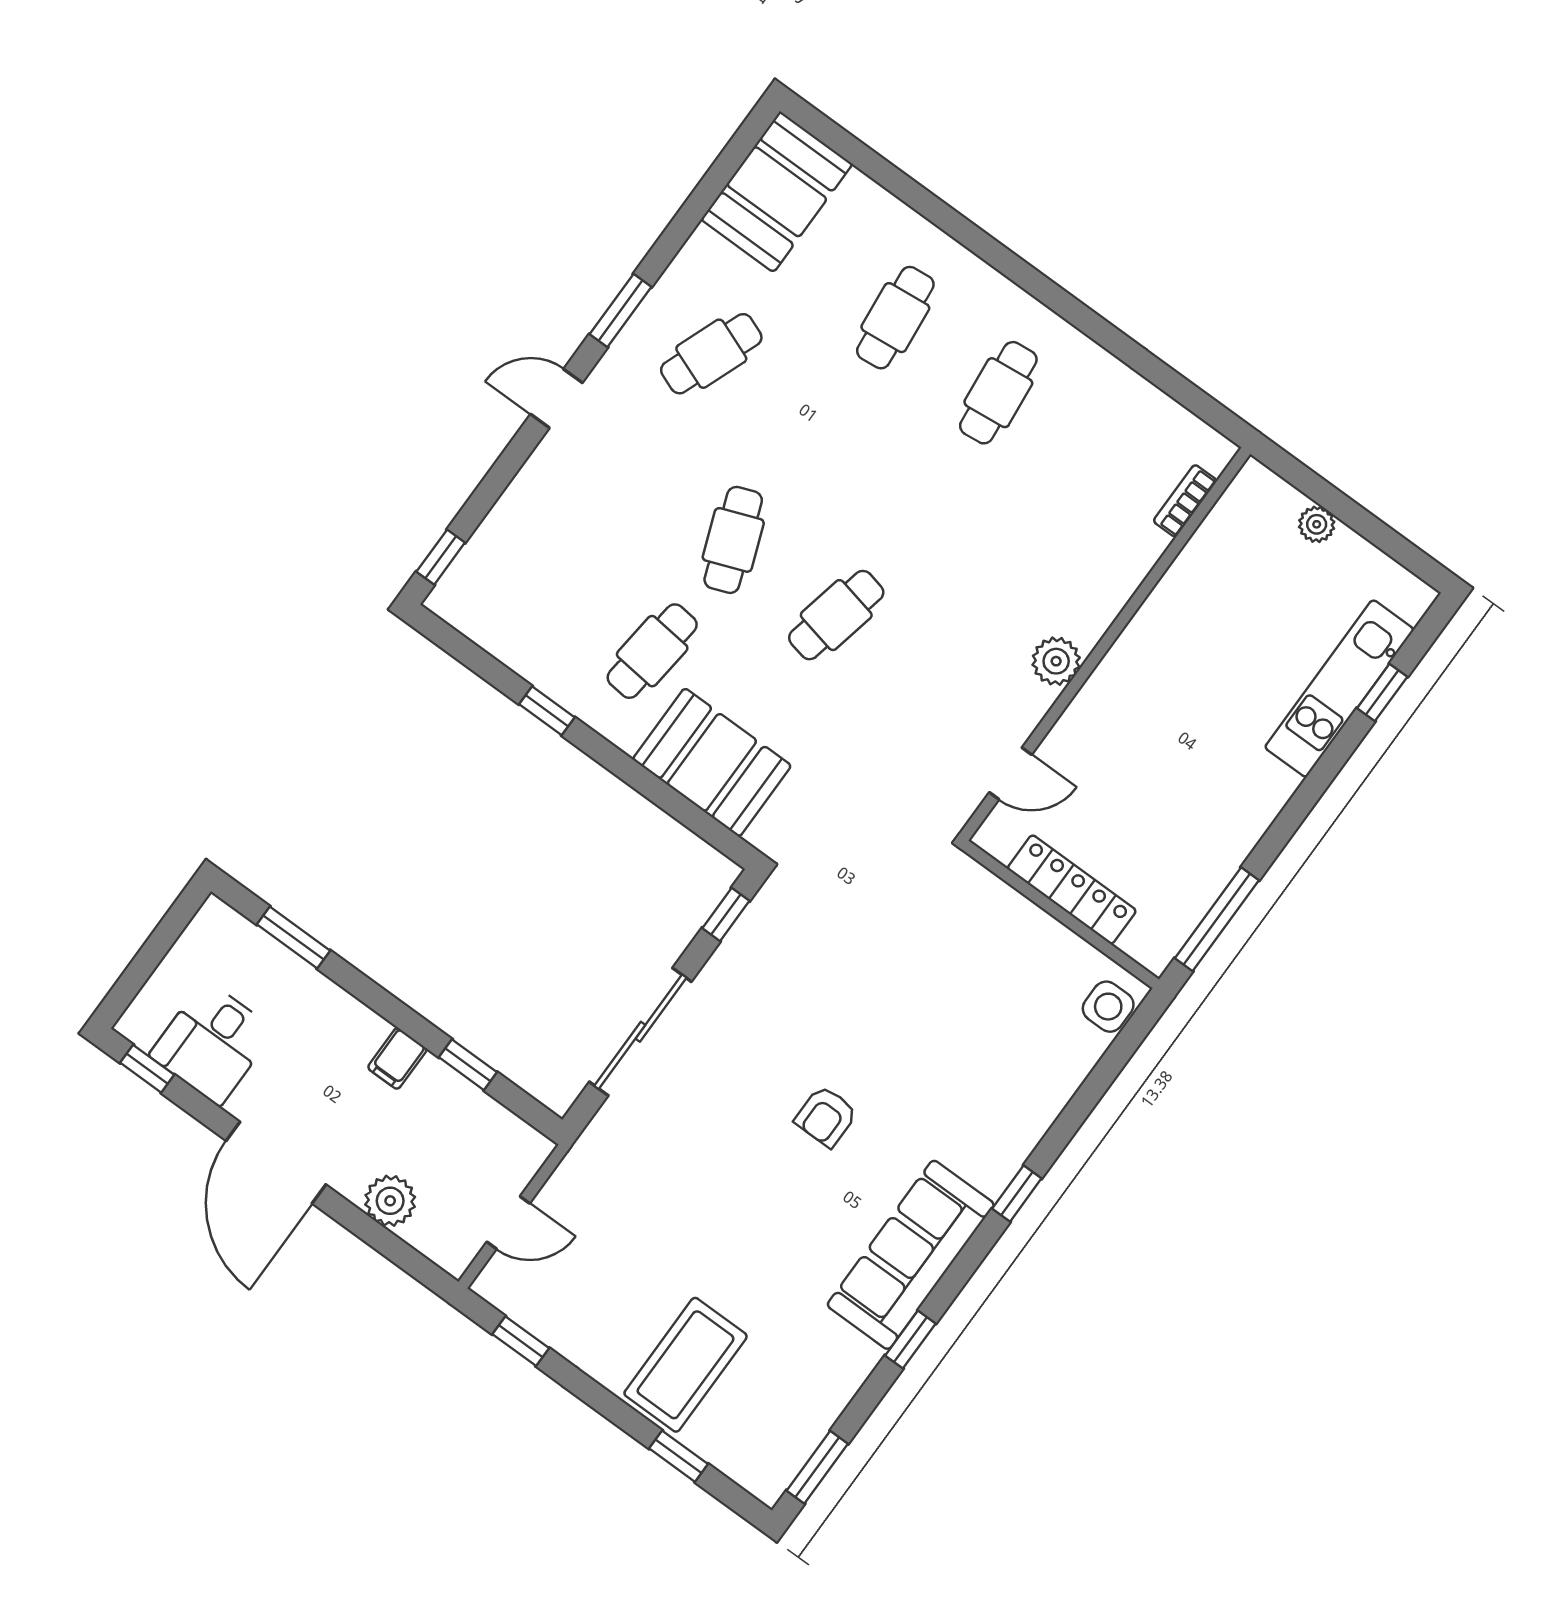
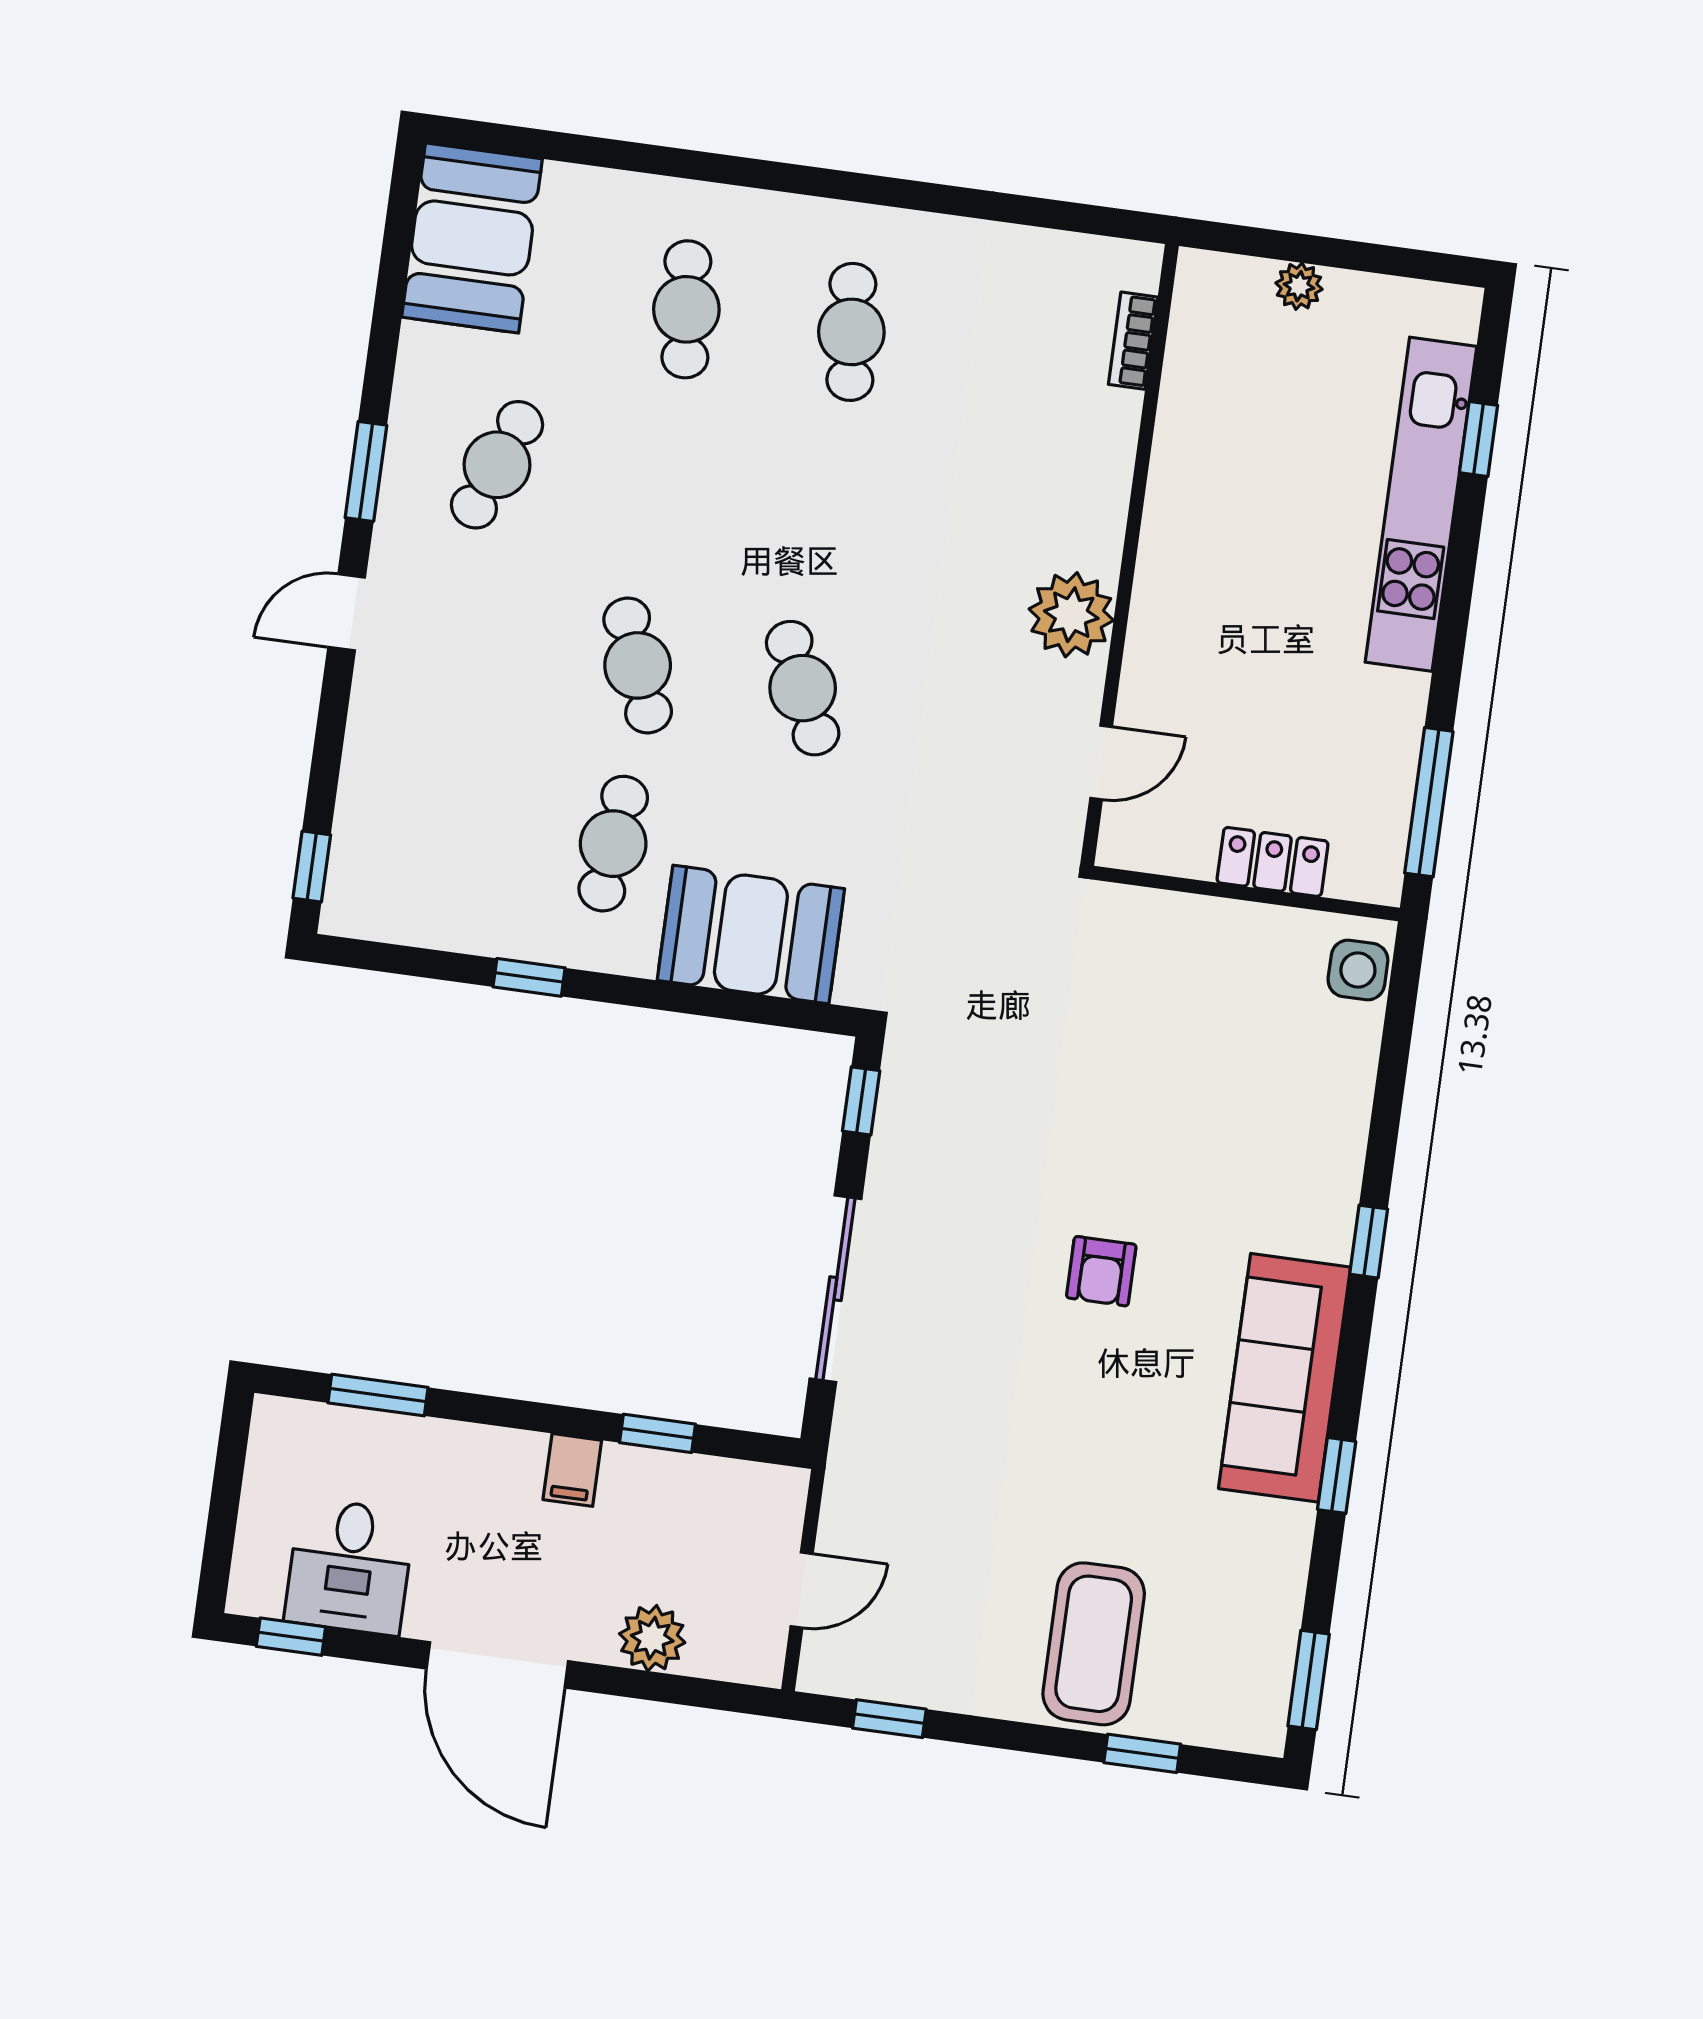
cafe table: (836, 615) -> (803, 688), turned -36
plant: (1056, 661) -> (1071, 615), width x1.36, depth x1.36
kitchen unit: (1339, 688) -> (1421, 504), width x1.36
locker: (1072, 890) -> (1273, 862), width x0.66

